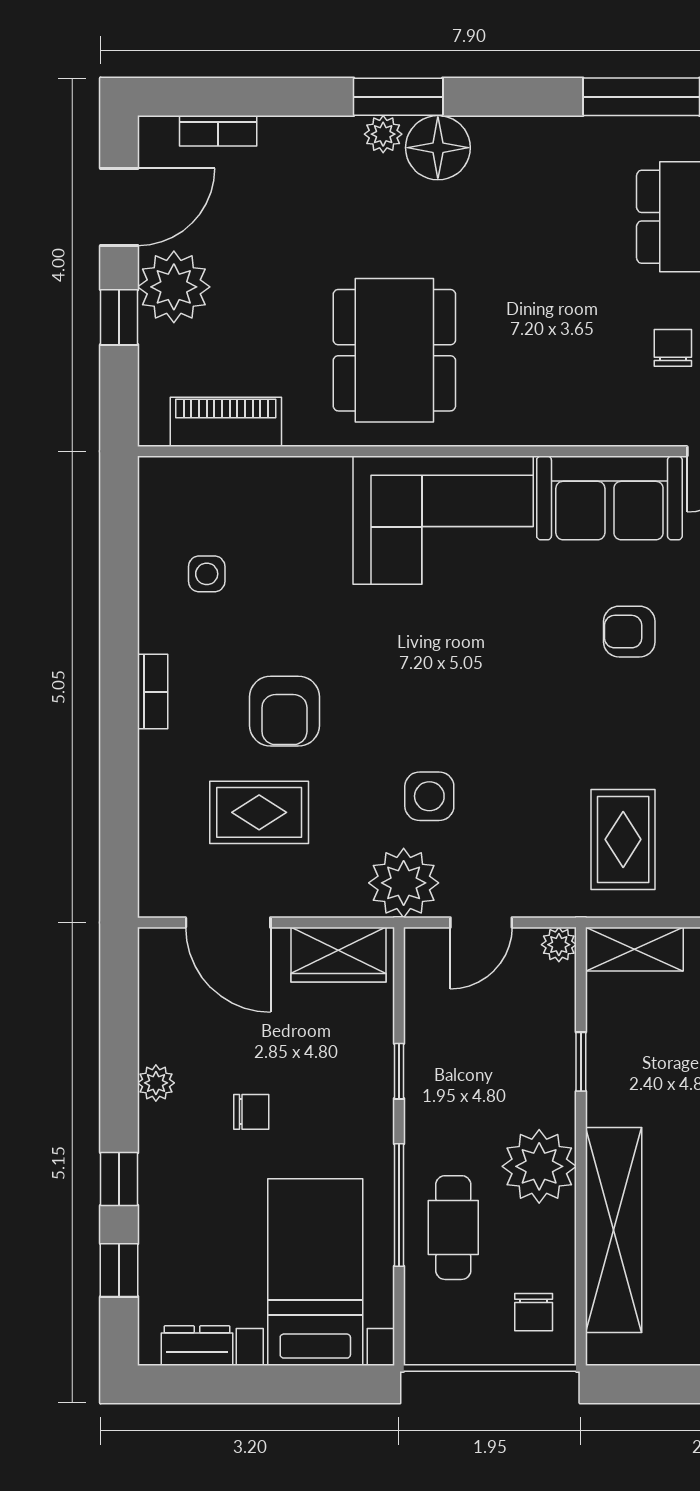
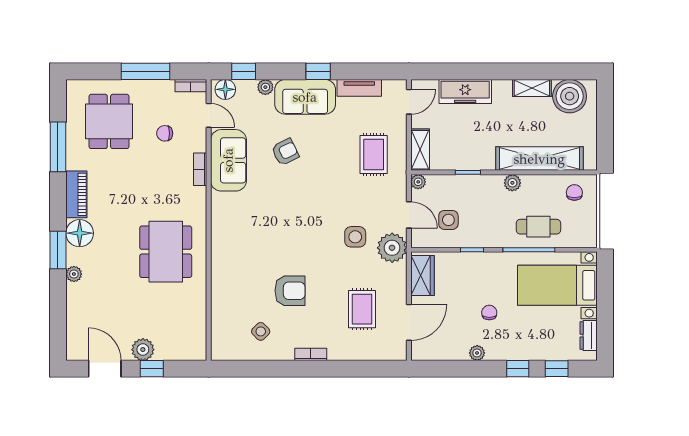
bookcase: (218, 131) -> (200, 169), moved, turned 180
plant: (383, 134) -> (74, 274), moved
plant: (174, 287) -> (143, 350), width x0.73, depth x0.73
dining table: (394, 350) -> (166, 252), turned 90
piano: (226, 422) -> (76, 194), moved, turned 180
corner sofa: (443, 520) -> (238, 231), removed
side table: (207, 574) -> (261, 331), turned 45
armchair: (629, 632) -> (285, 152), turned -116
armchair: (284, 711) -> (290, 291), moved
rug: (623, 839) -> (374, 155), turned 90
side table: (469, 1016) -> (448, 220), added
plant: (539, 1166) -> (512, 183), width x0.53, depth x0.53
chair: (534, 1312) -> (574, 192), turned -90

